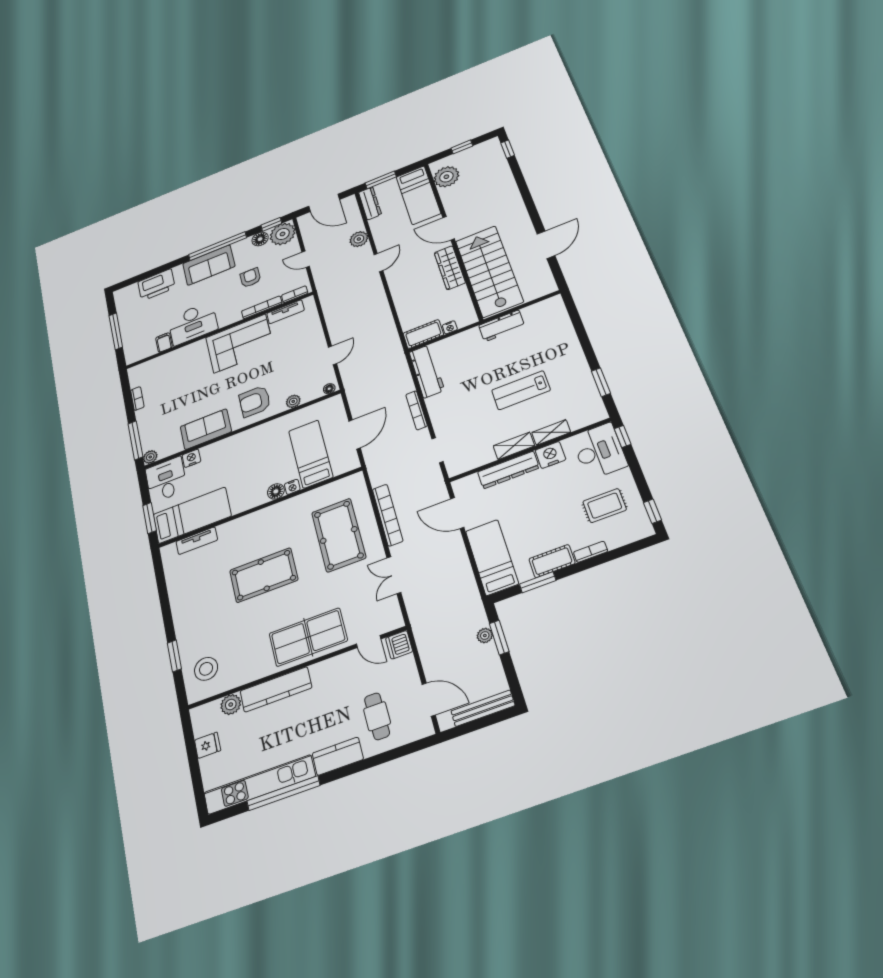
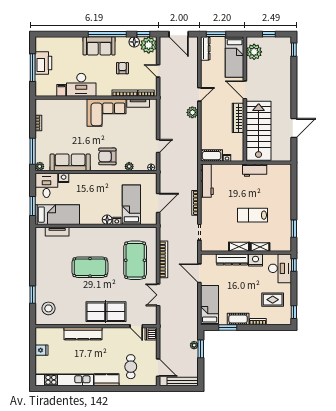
plant: (359, 239) -> (192, 112), moved
printer: (156, 285) -> (43, 63), moved, turned -90
sofa: (206, 429) -> (70, 162), width x1.36
plant: (231, 705) -> (58, 333), removed
window: (283, 793) -> (75, 388), removed

